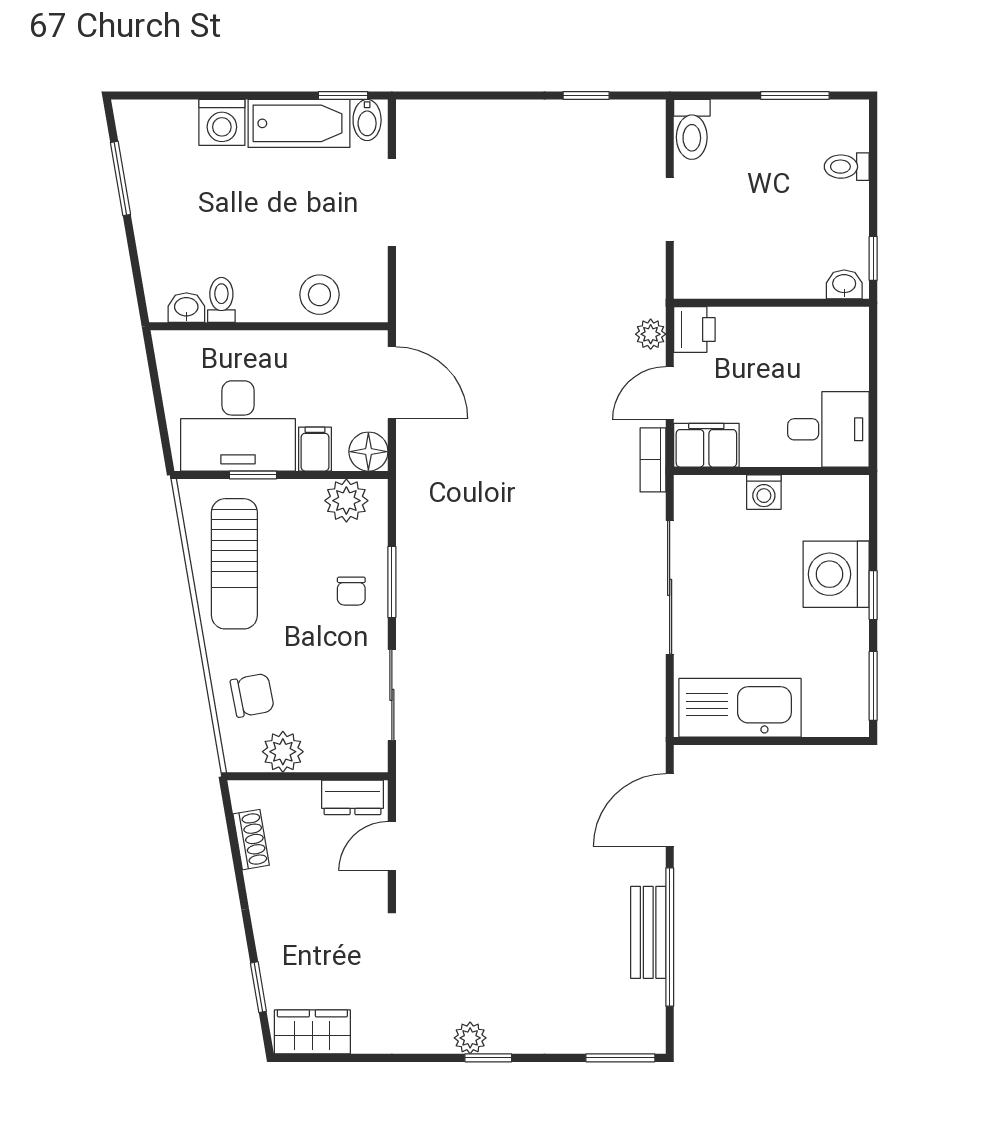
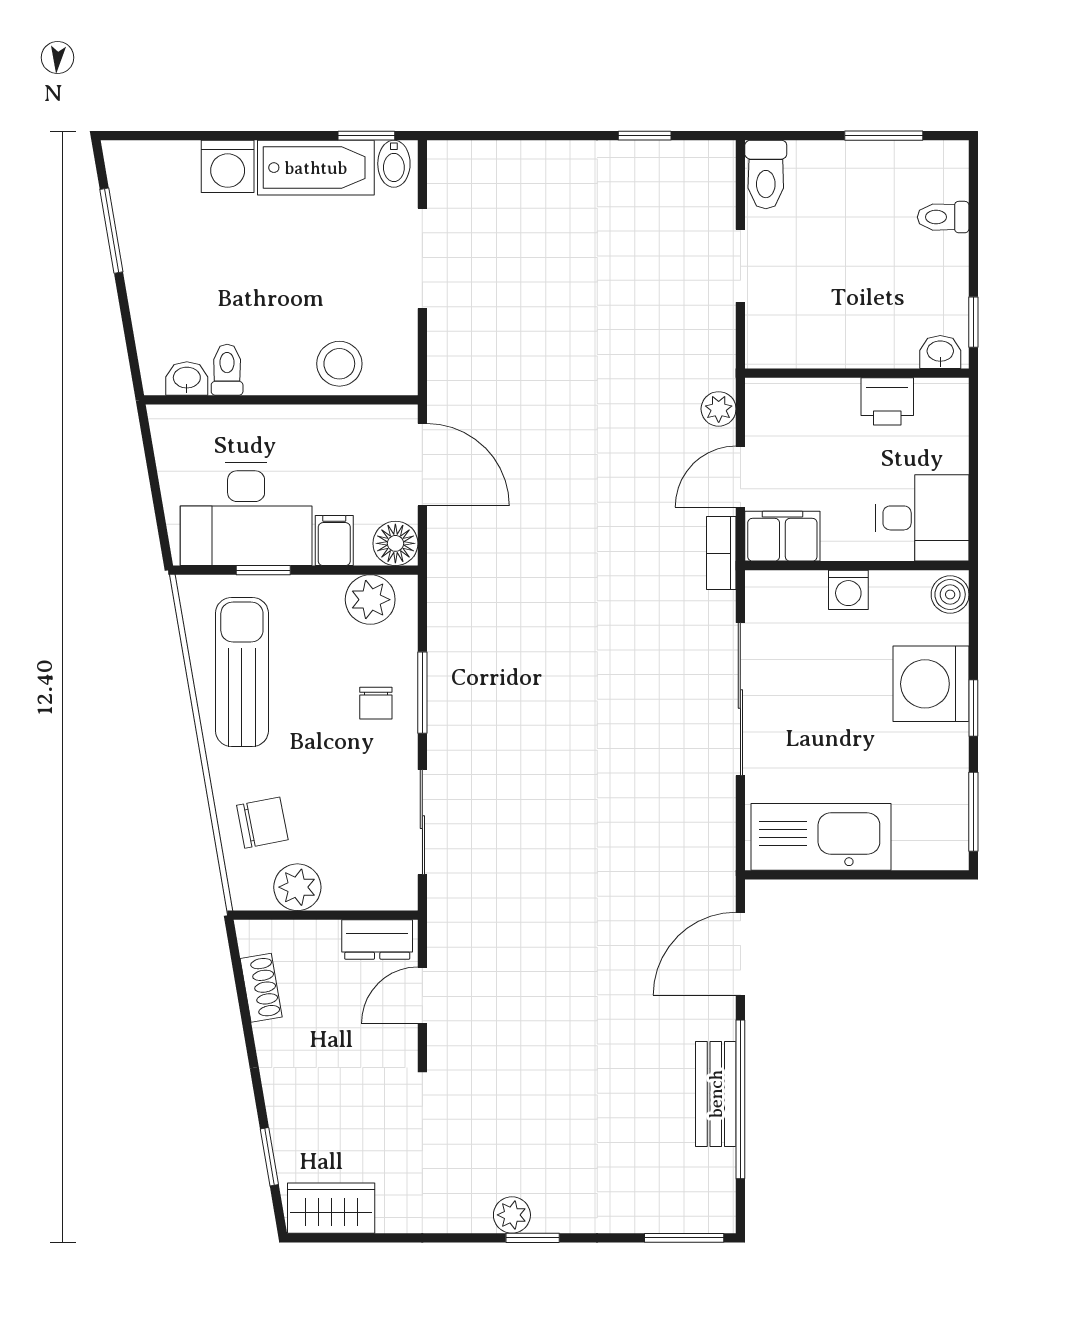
printer: (694, 330) -> (887, 401), moved, turned 90
boiler: (853, 496) -> (950, 594), added
sun lounger: (234, 564) -> (242, 672), turned 180

